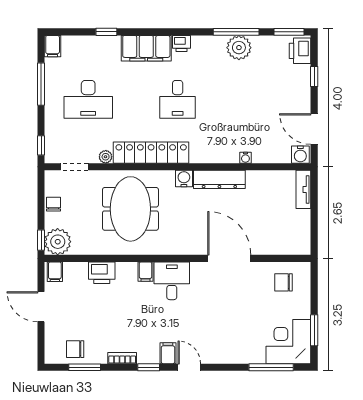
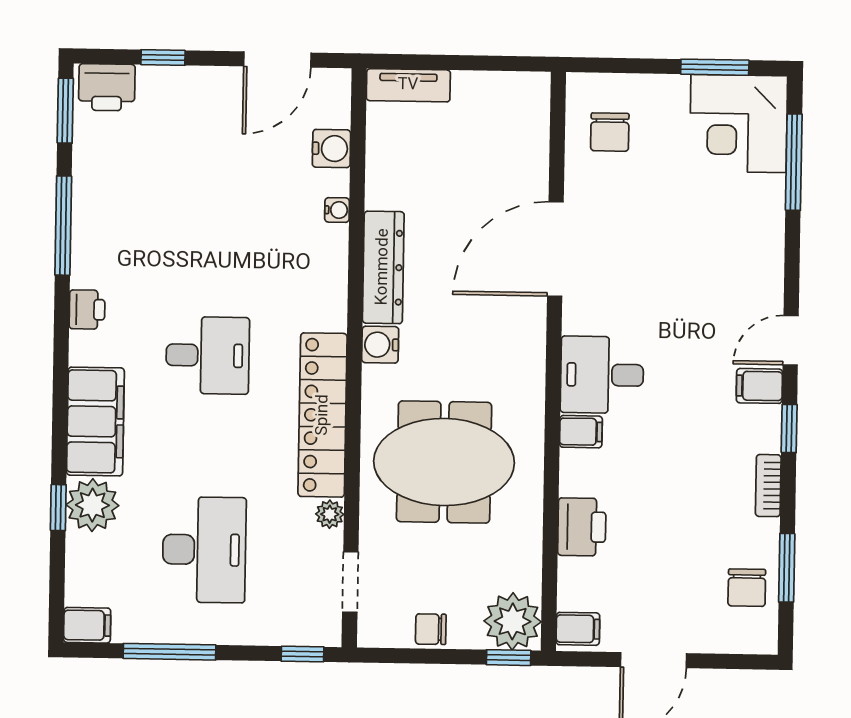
printer: (181, 43) -> (87, 310), moved
plant: (239, 48) -> (92, 505), moved
water cooler: (300, 155) -> (331, 148), moved

